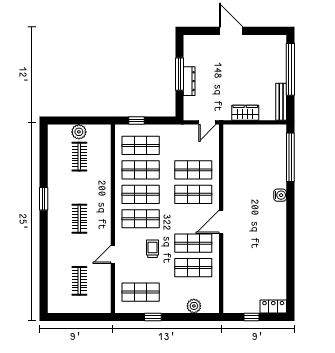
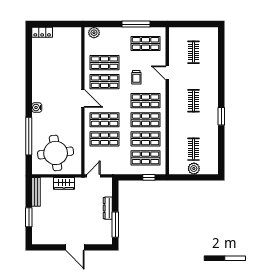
window: (290, 69) -> (29, 217), width x0.47
window: (180, 74) -> (115, 225), moved
round table: (256, 152) -> (56, 153), added
window: (290, 157) -> (29, 136), moved
water cooler: (280, 195) -> (37, 108), moved
door: (221, 222) -> (83, 98), hinge flipped
door: (113, 254) -> (167, 73), swing flipped
plant: (194, 306) -> (94, 33), moved
window: (153, 317) -> (136, 24), width x2.17
window: (251, 317) -> (59, 24), removed

